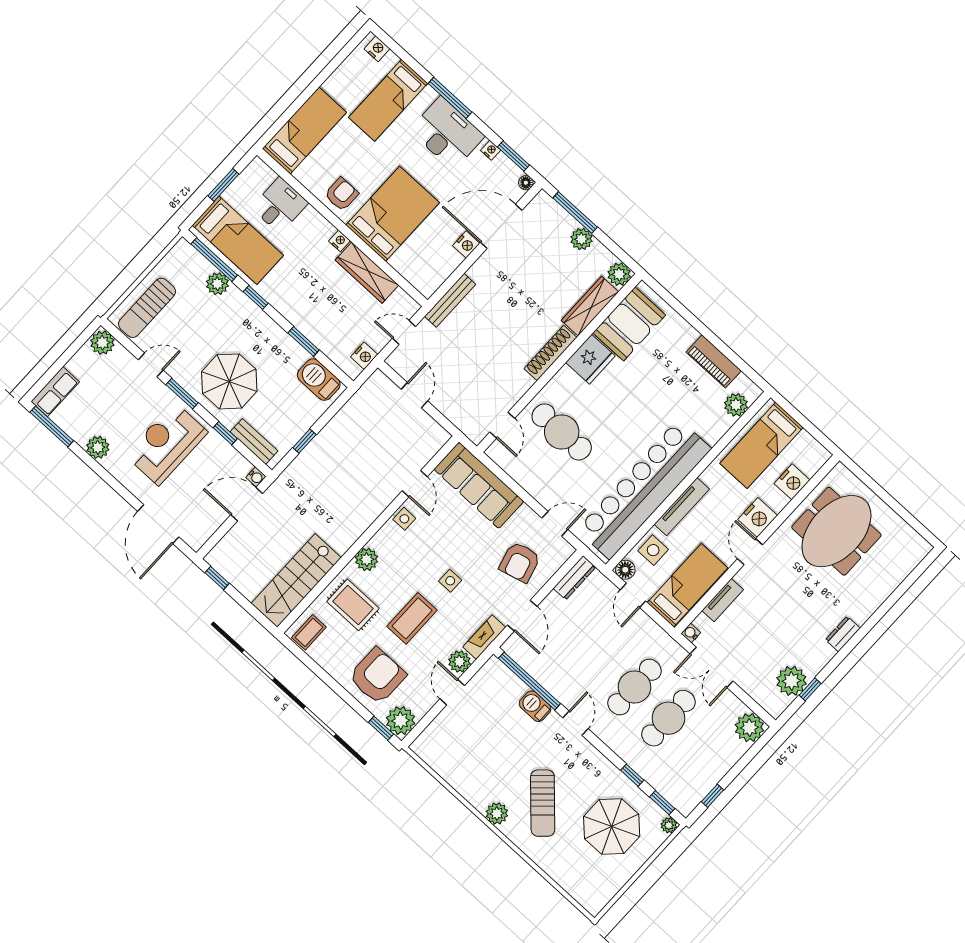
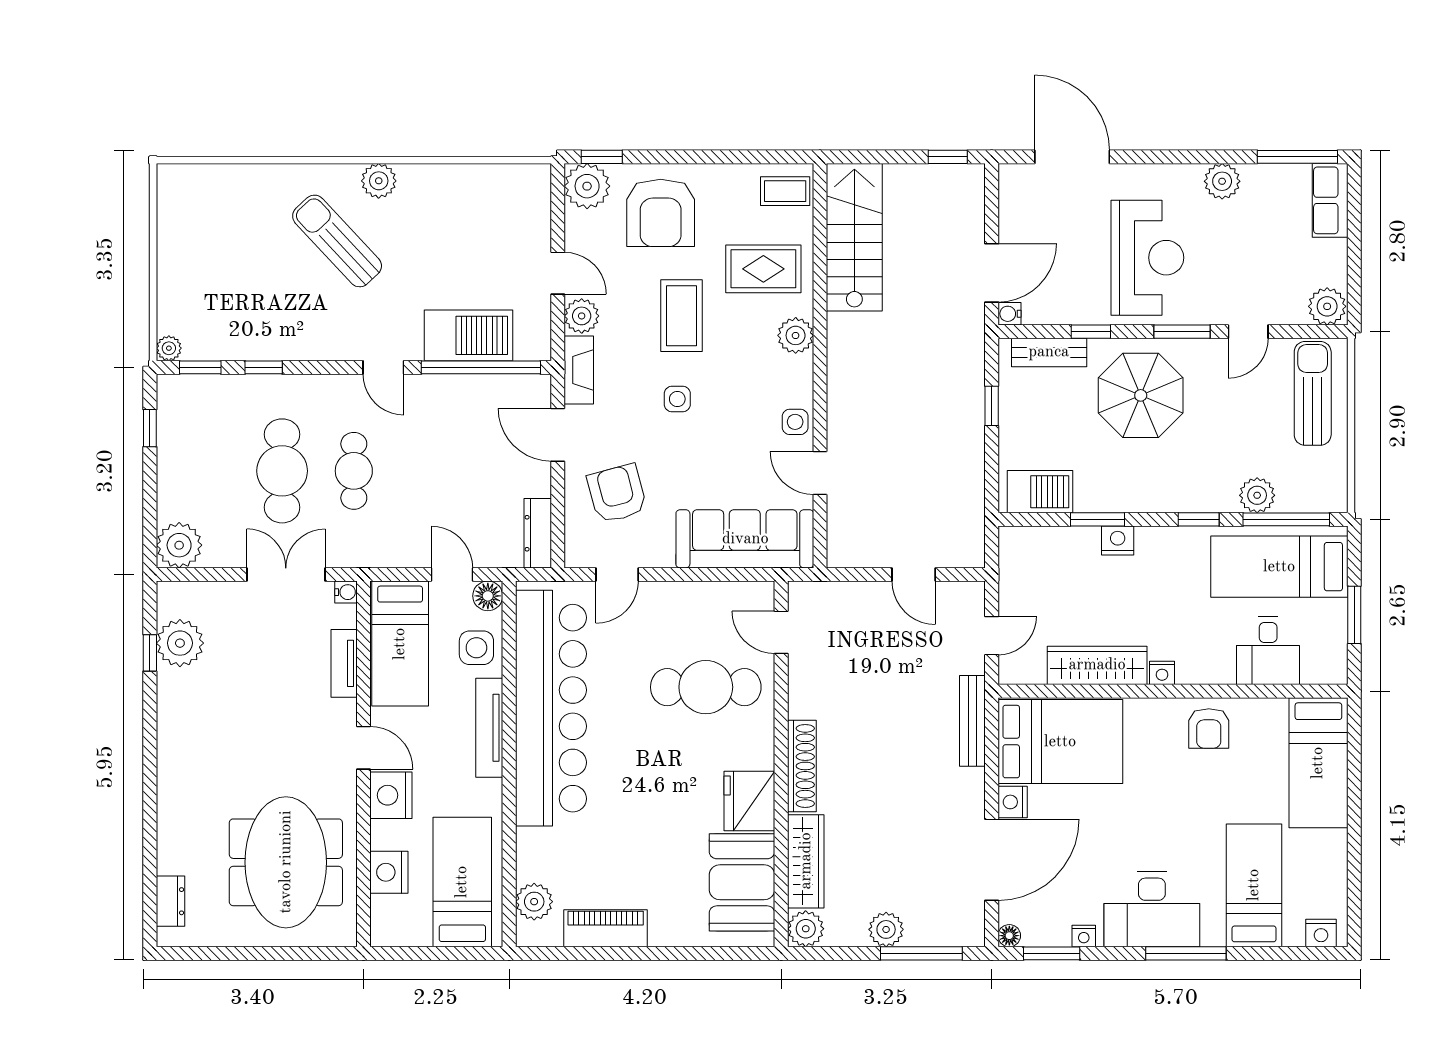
bed: (393, 214) -> (1060, 742), moved, turned -90
nightstand: (364, 356) -> (1118, 541), moved, turned 90
coffee table: (309, 632) -> (785, 191), turned 90
dresser: (843, 634) -> (170, 901), moved
cafe table: (635, 687) -> (354, 471), width x0.73, depth x0.74
barbecue: (535, 706) -> (469, 335), width x1.88, depth x1.53
parasol: (612, 827) -> (233, 287), removed

